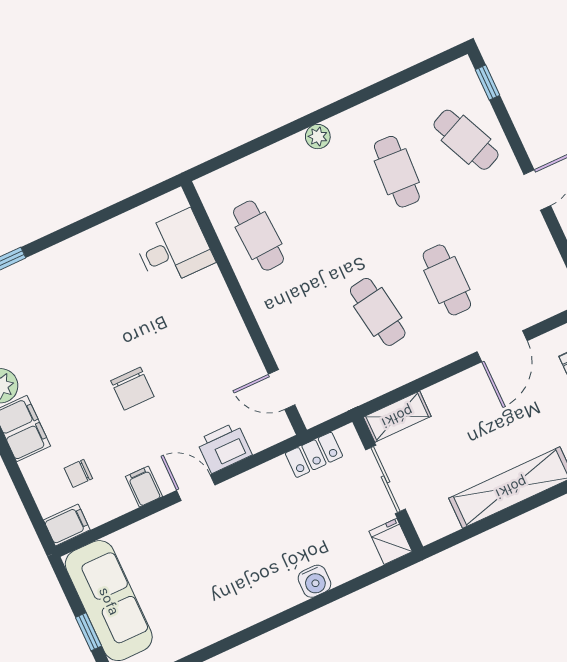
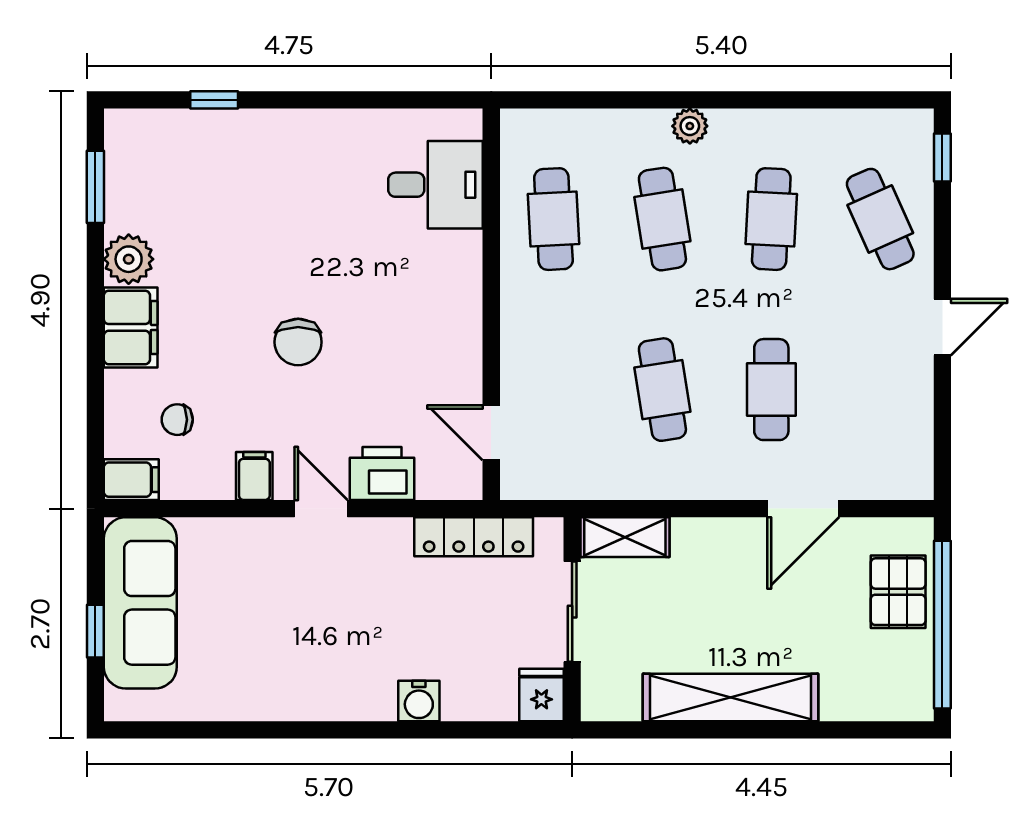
cafe table: (328, 204) -> (662, 219), added
locker: (314, 455) -> (474, 537), width x1.53

